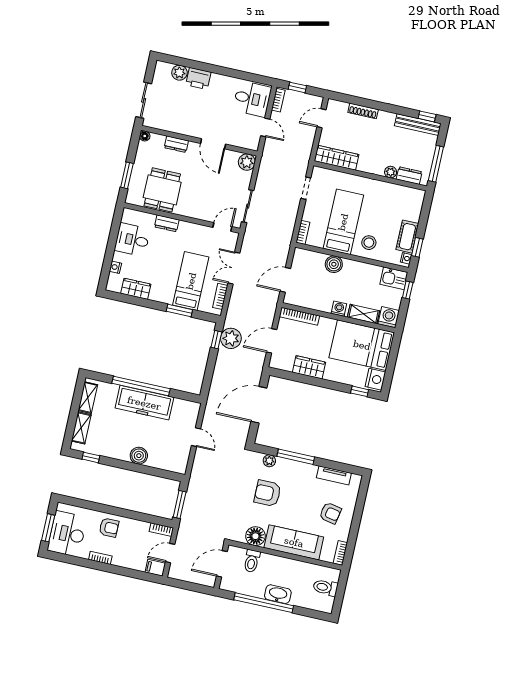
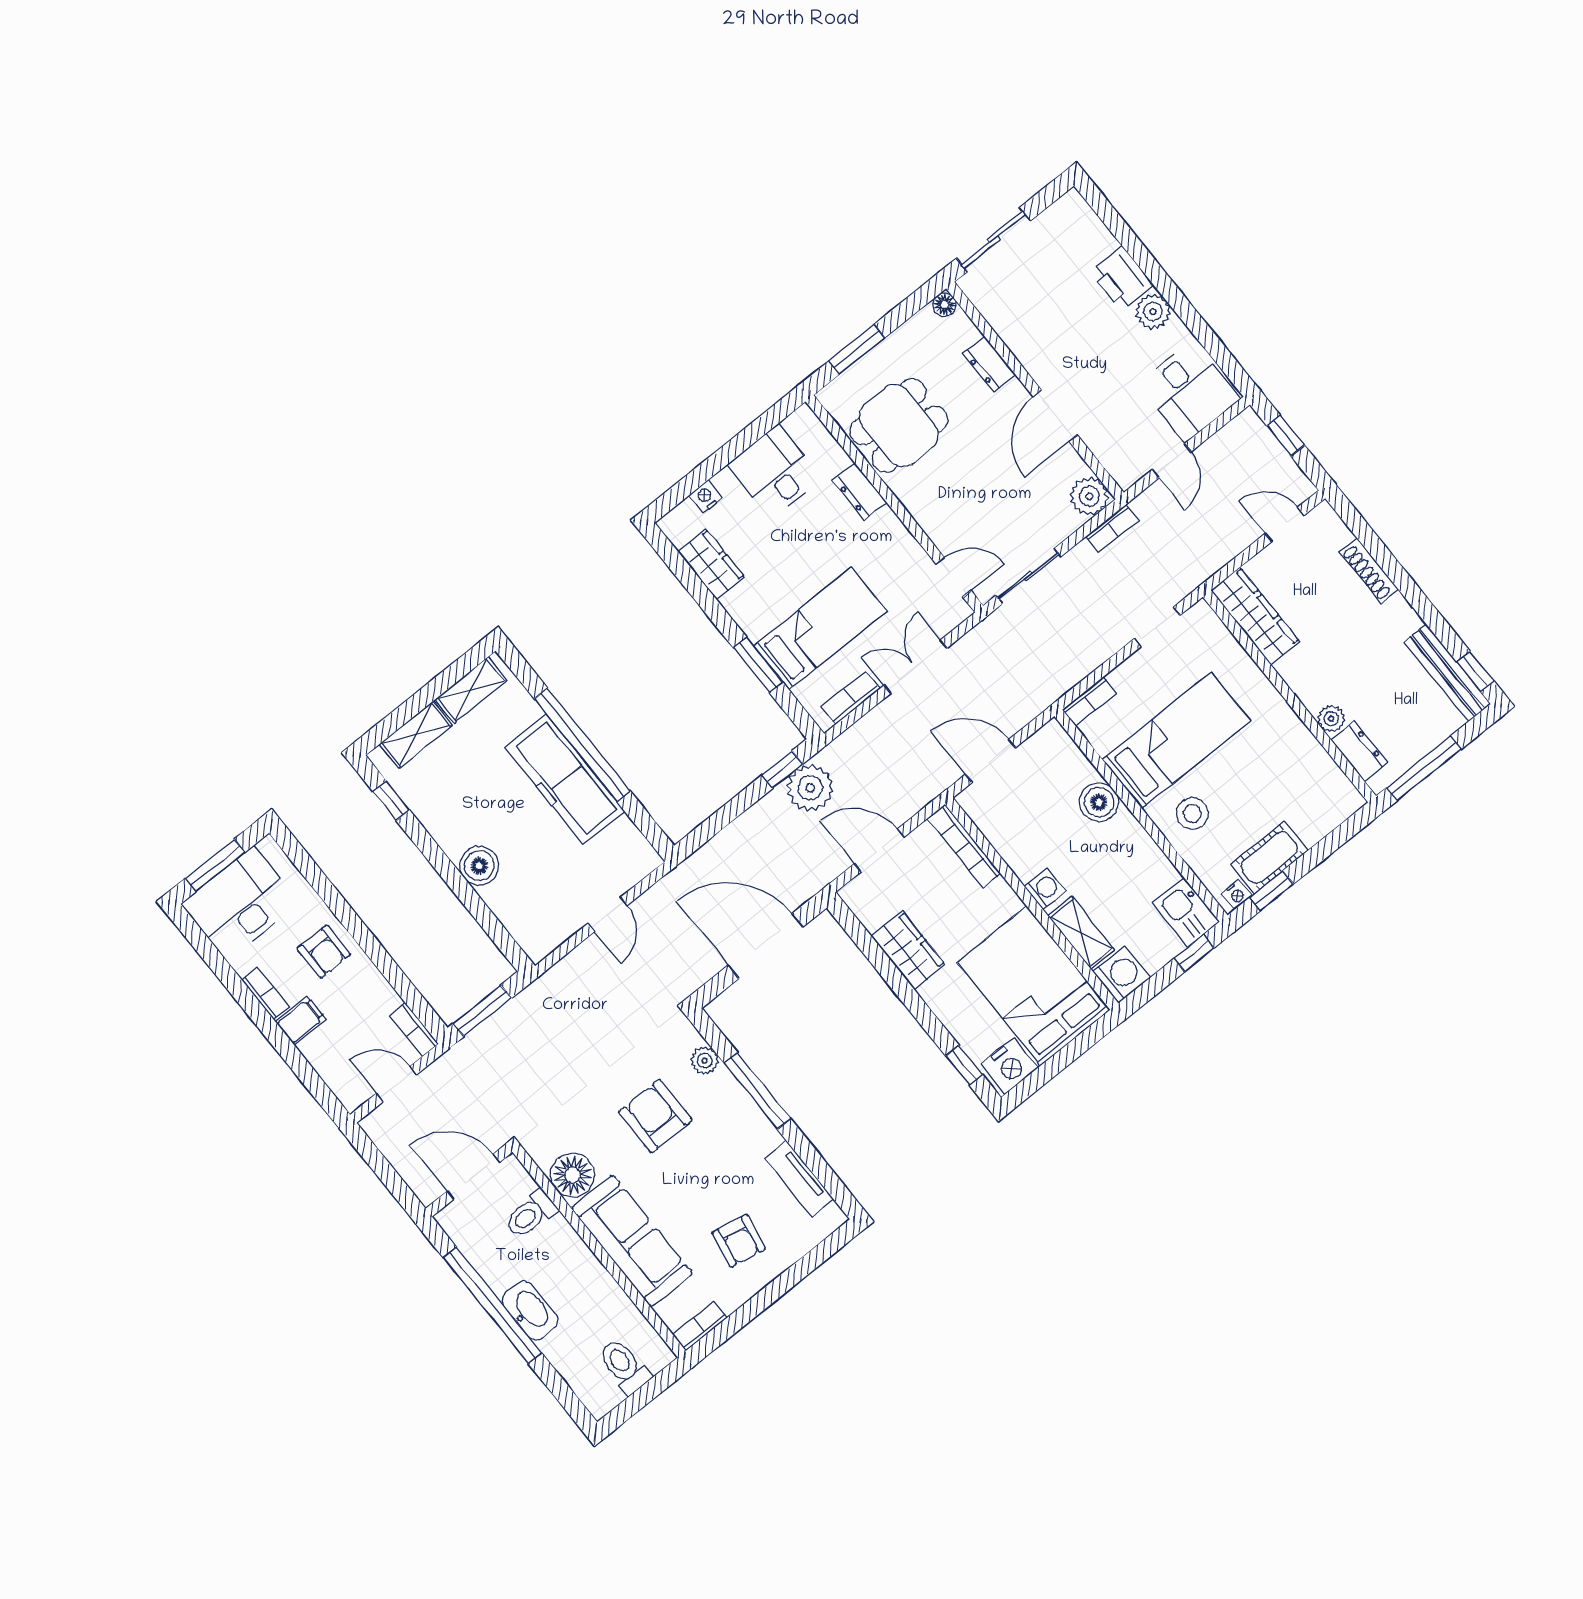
plant: (179, 73) -> (1153, 312), moved
bookcase: (278, 100) -> (1112, 528), moved
filing cabinet: (155, 568) -> (301, 1021), moved, turned 90

